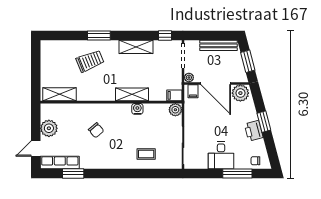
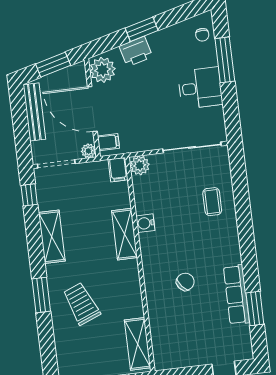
door: (216, 83) -> (92, 109), swing flipped
plant: (49, 128) -> (191, 354), removed
printer: (254, 131) -> (136, 51), moved
row of seats: (60, 162) -> (236, 295), moved

